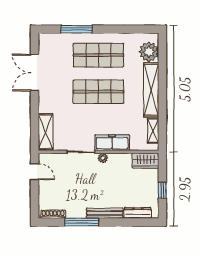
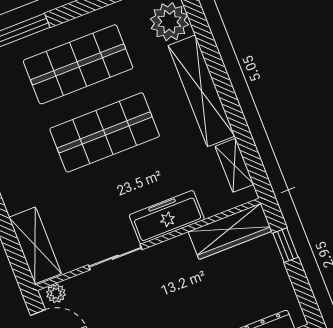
plant: (103, 158) -> (56, 293), moved
wardrobe: (146, 161) -> (230, 231), width x1.50
window: (162, 190) -> (286, 245), moved

